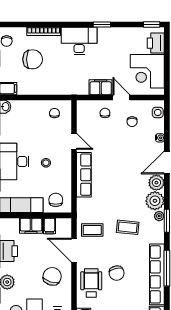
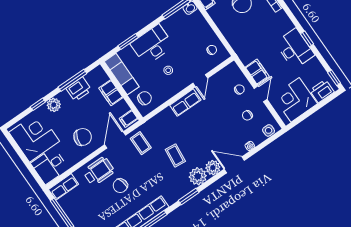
desk: (79, 41) -> (295, 49), moved
row of seats: (84, 175) -> (185, 103), width x0.68
plant: (159, 216) -> (188, 188), removed
filing cabinet: (50, 226) -> (128, 119), moved
coffee table: (128, 227) -> (175, 155), moved

